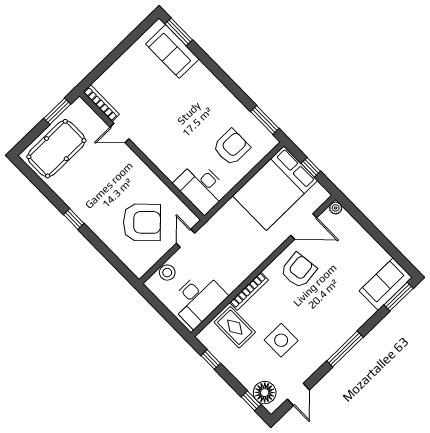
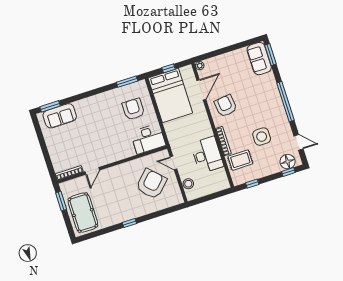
desk: (198, 299) -> (207, 155), moved
window: (345, 349) -> (285, 102), width x1.46

